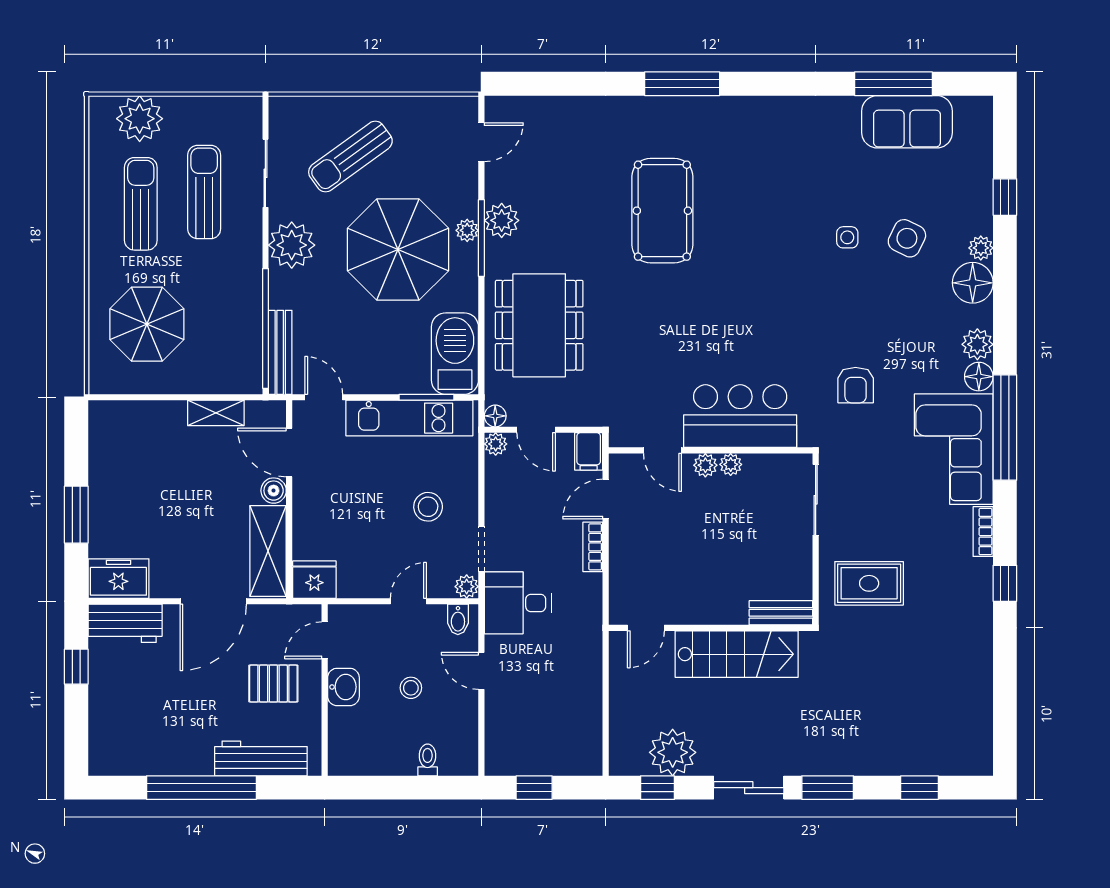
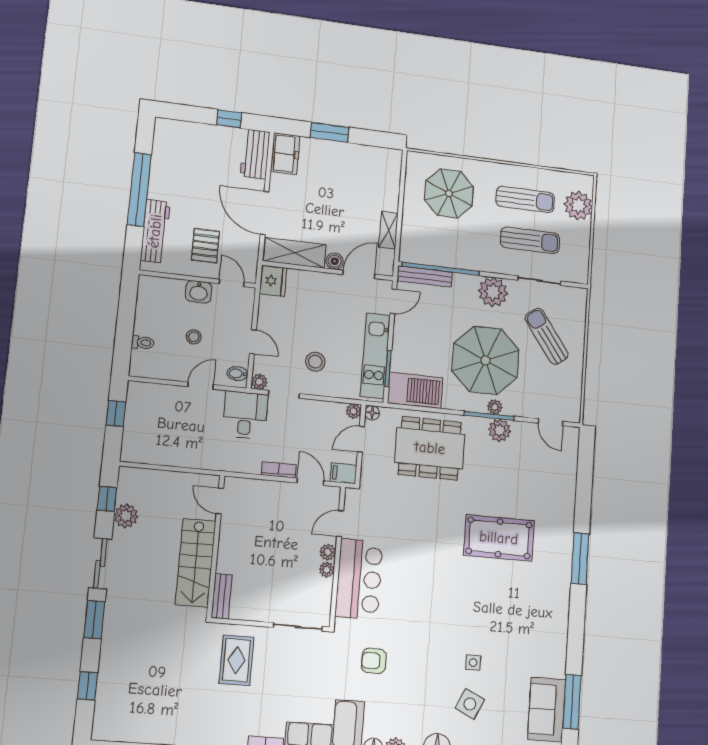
plant: (673, 752) -> (126, 516), width x0.73, depth x0.73

